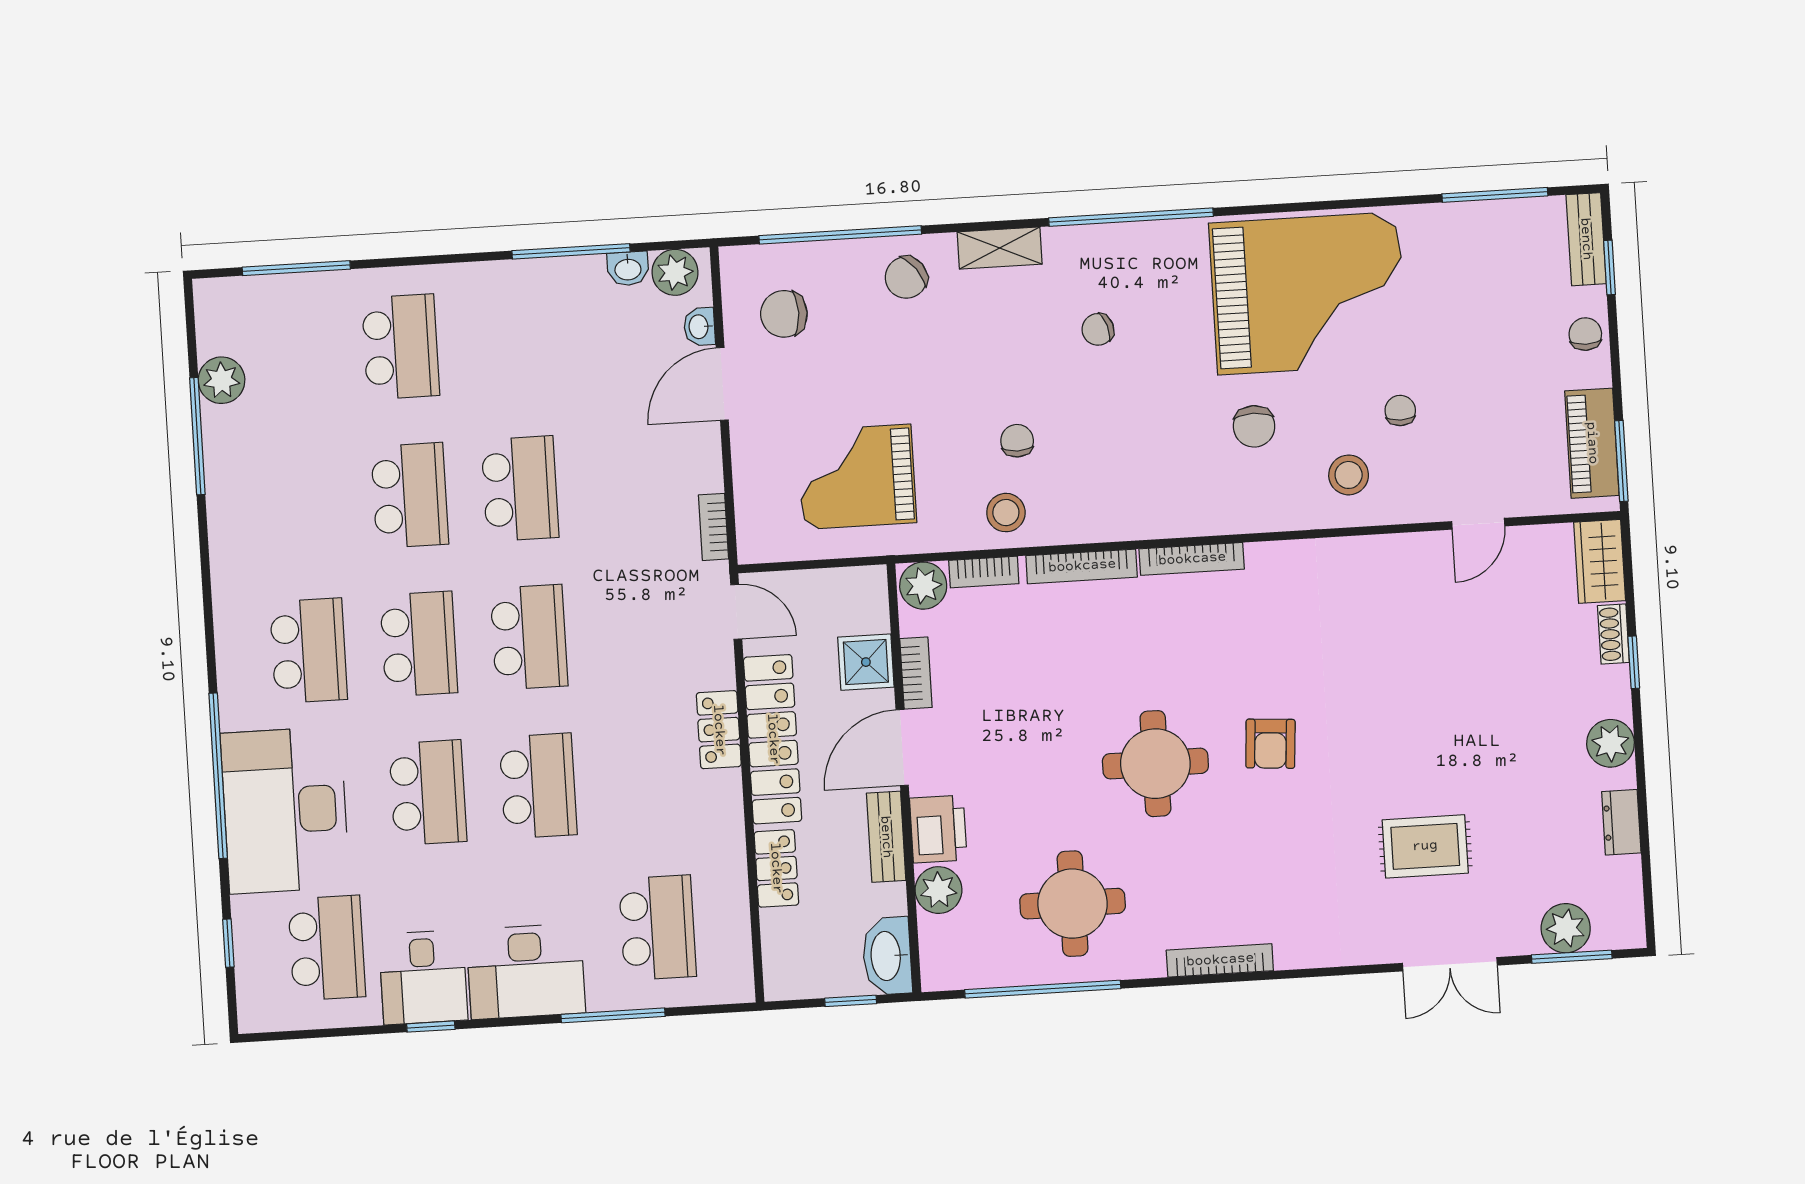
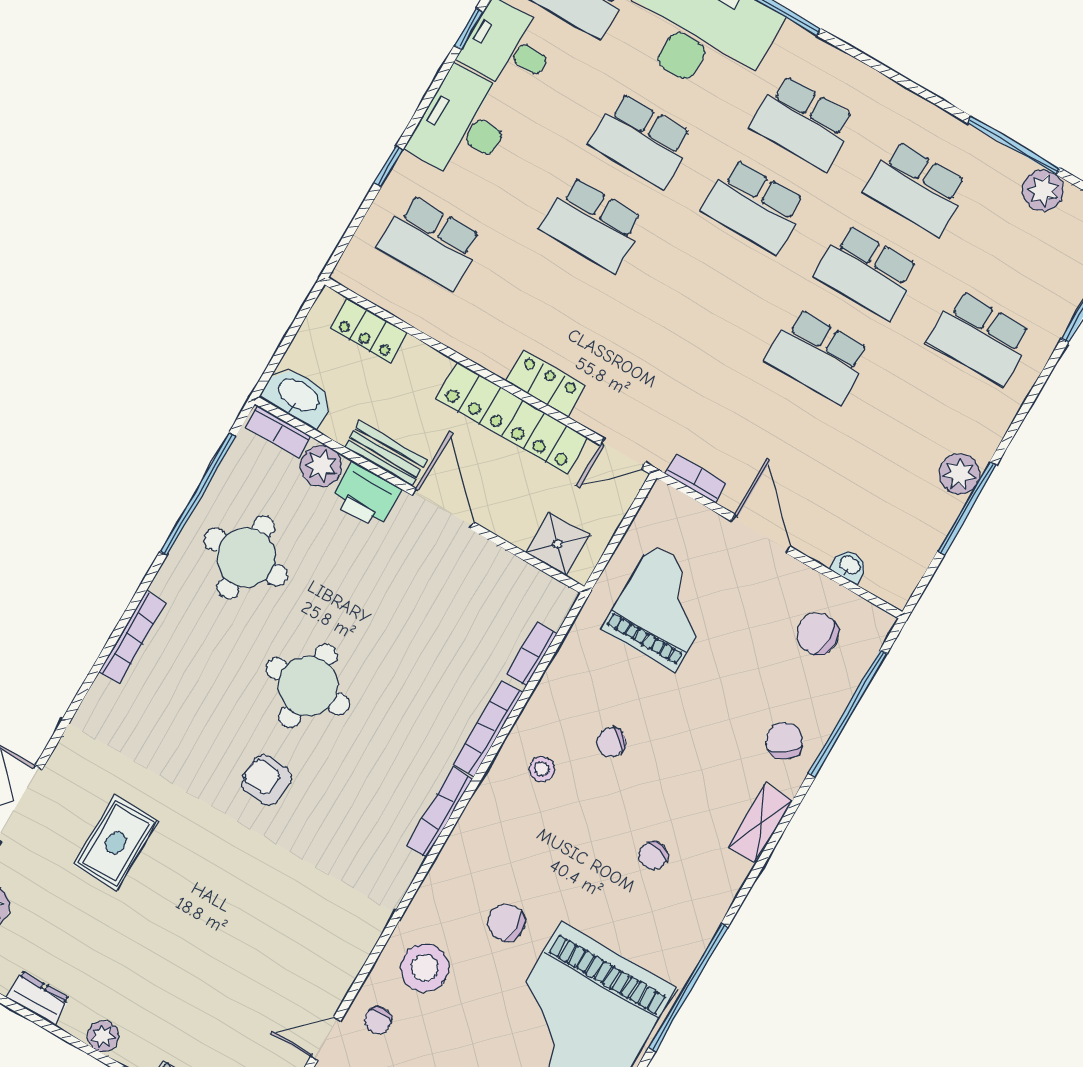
window: (1131, 217) -> (688, 988), moved
washbasin: (628, 269) -> (927, 542), removed
plant: (675, 272) -> (959, 474), moved
chair: (784, 314) -> (817, 634), turned -90
chair: (1098, 329) -> (653, 856), turned -145
door: (722, 384) -> (761, 534), moved
chair: (1400, 411) -> (378, 1020), moved, turned 90
chair: (1017, 441) -> (611, 742), turned 134
stool: (1349, 475) -> (425, 968), width x1.38, depth x1.38
stool: (1006, 513) -> (542, 769), moved, width x0.73, depth x0.73
door: (1478, 524) -> (326, 1039), hinge flipped
plant: (923, 586) -> (551, 603), removed
school desk: (529, 637) -> (916, 188), moved
shower: (866, 662) -> (558, 544), moved
bookcase: (916, 673) -> (278, 431), moved
plant: (1611, 743) -> (103, 1036), width x0.73, depth x0.73
locker: (776, 868) -> (369, 331), moved
window: (851, 1001) -> (283, 348), removed
window: (613, 1015) -> (388, 167), width x0.46

